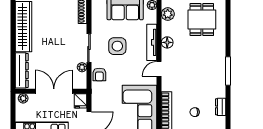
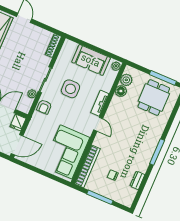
tv unit: (152, 42) -> (100, 103), width x0.71
floor lamp: (167, 42) -> (121, 91), moved
door: (159, 69) -> (98, 124), swing flipped

